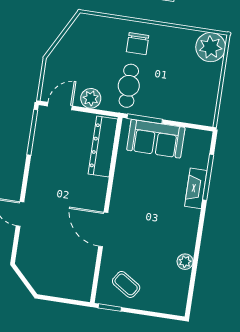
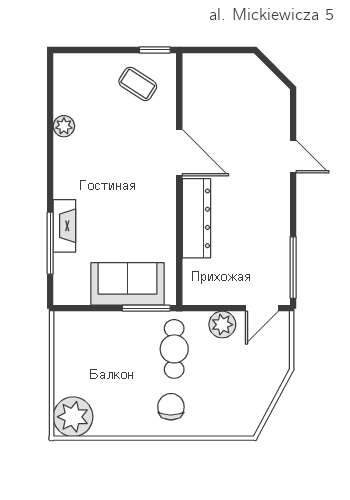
dresser: (103, 147) -> (196, 218), moved

